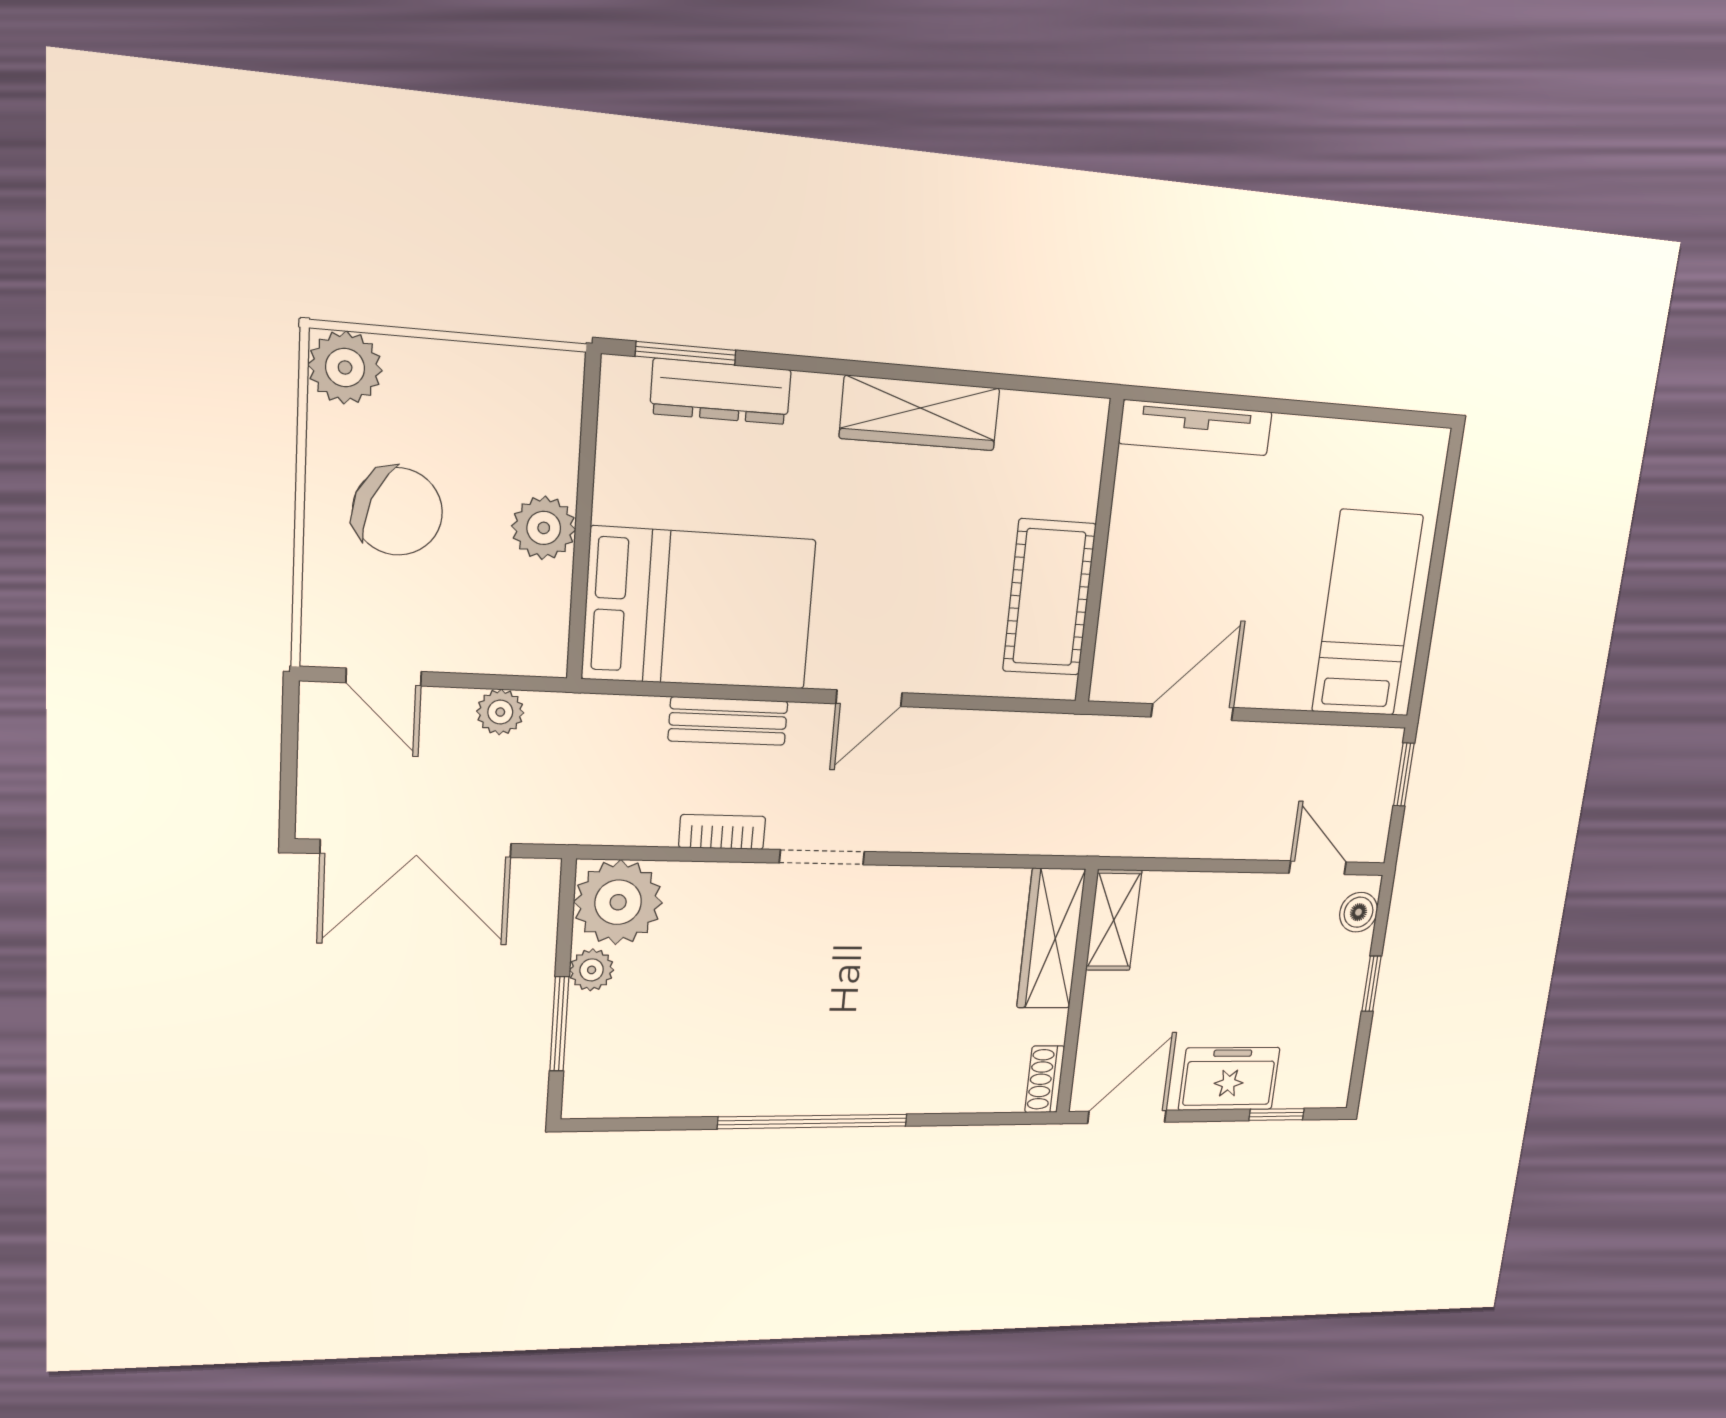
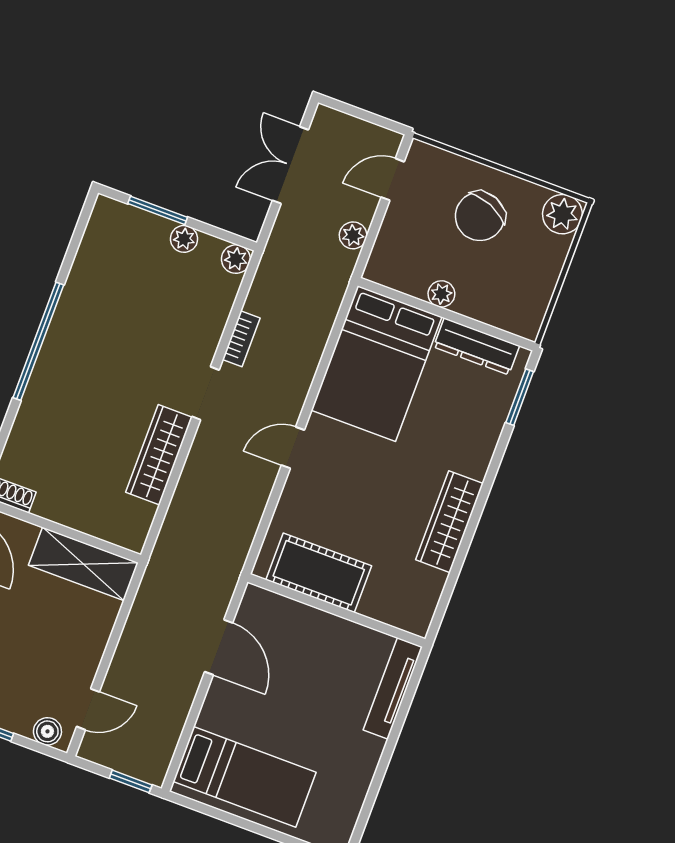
dresser: (721, 392) -> (476, 346), moved, turned -90
plant: (544, 528) -> (441, 294), width x0.73, depth x0.73
door: (869, 698) -> (293, 448), hinge flipped
bench: (728, 721) -> (306, 361), removed
double door: (417, 849) -> (290, 165), width x0.73
plant: (618, 902) -> (236, 259), width x0.53, depth x0.53
shelving: (1114, 920) -> (83, 564), width x1.50, depth x1.33
wardrobe: (1051, 939) -> (159, 455), moved, turned -90

